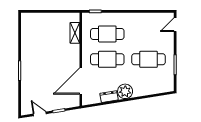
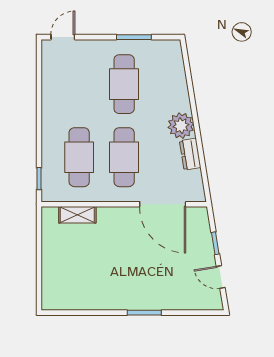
door: (175, 25) -> (63, 37), swing flipped
door: (40, 114) -> (221, 277), hinge flipped

